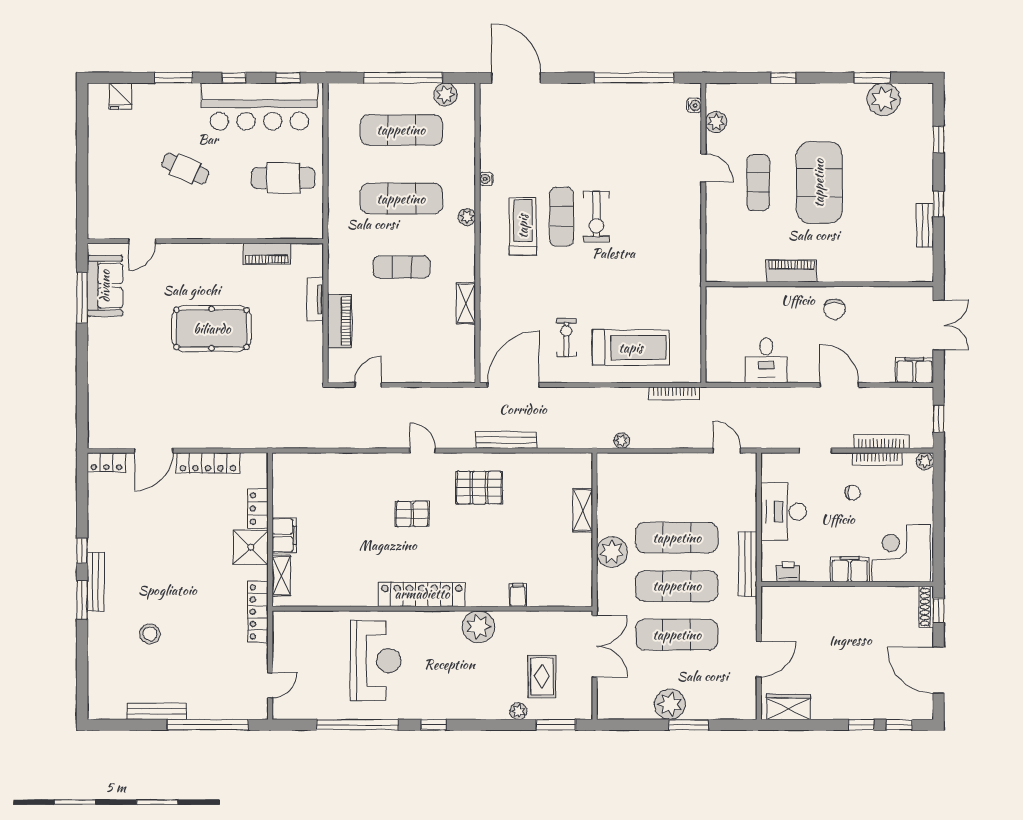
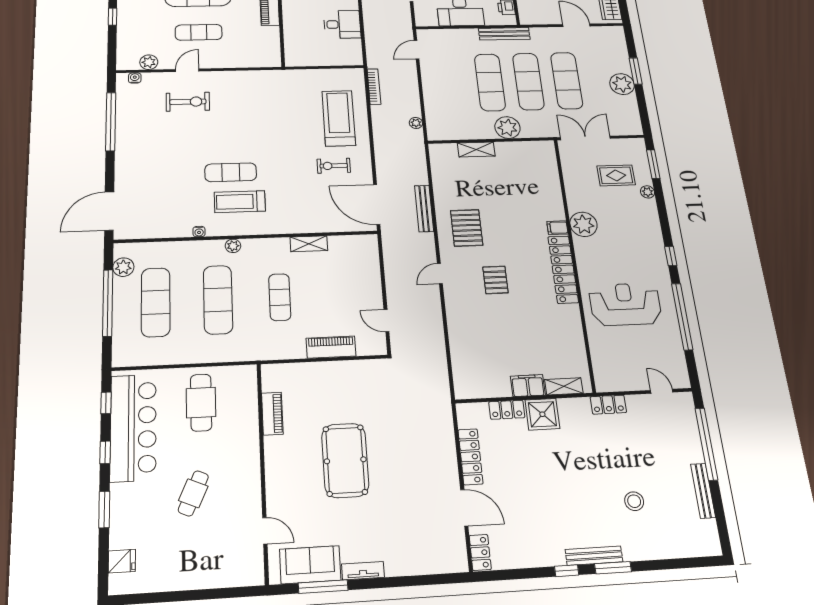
exercise bike: (596, 217) -> (188, 102), moved
tv unit: (315, 299) -> (363, 571), moved, turned 180
filing cabinet: (518, 595) -> (557, 228), moved
locker: (258, 612) -> (608, 405), width x0.66

